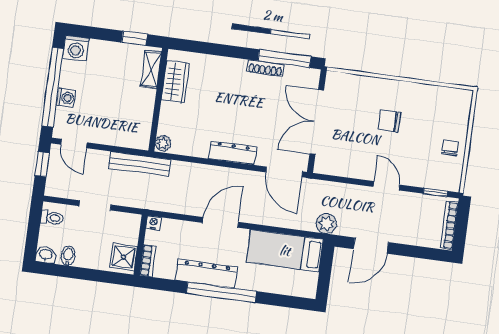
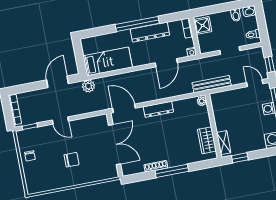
window: (284, 59) -> (172, 171), moved
door: (220, 222) -> (166, 63), moved

